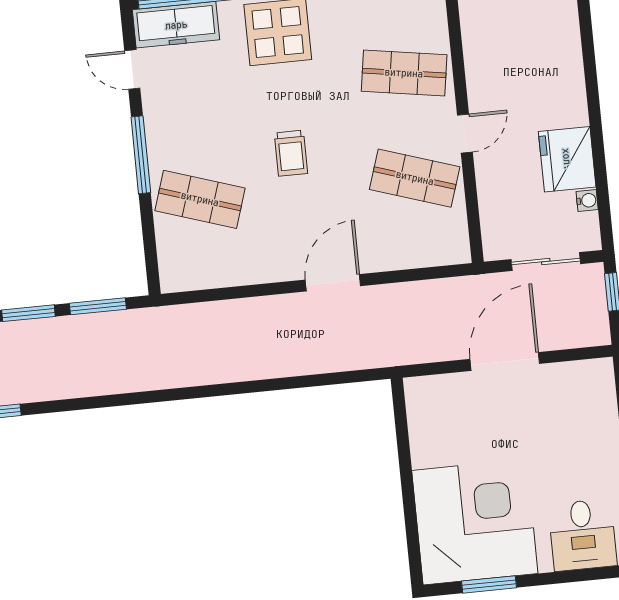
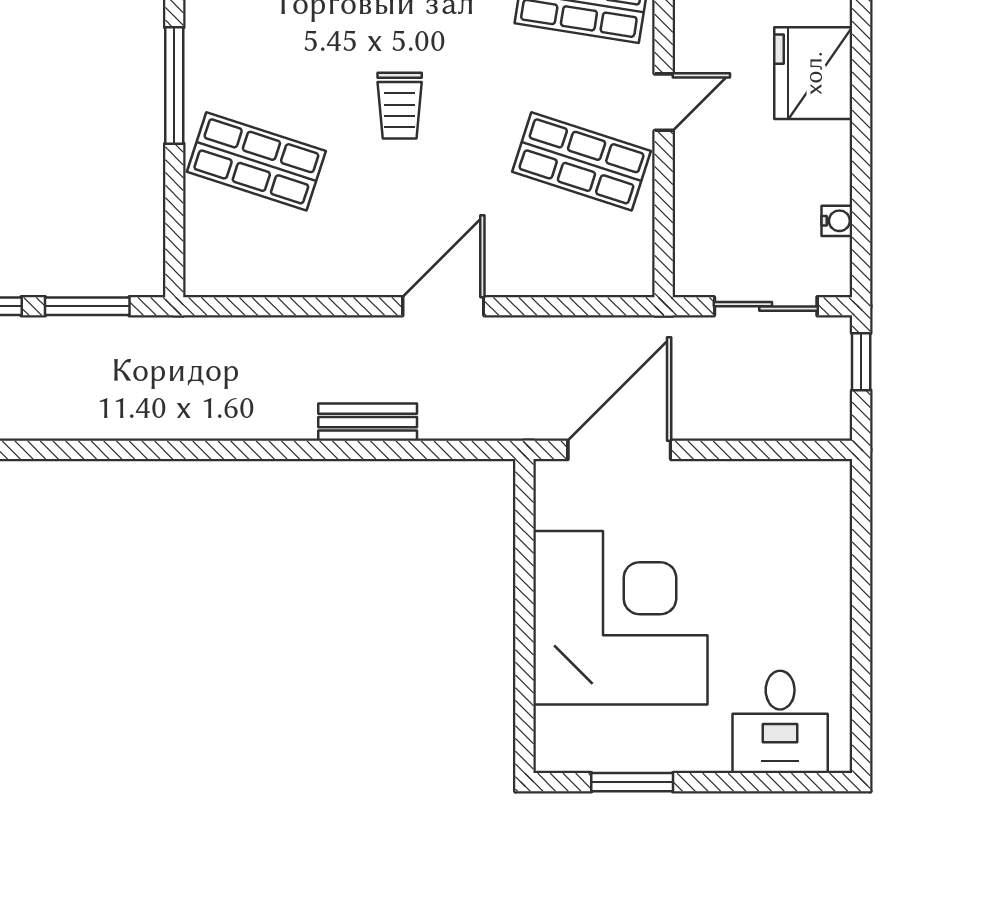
fridge: (567, 159) -> (813, 73), moved
door: (505, 361) -> (619, 450), moved
bench: (291, 364) -> (368, 422), added
corner desk: (475, 522) -> (620, 618), moved

